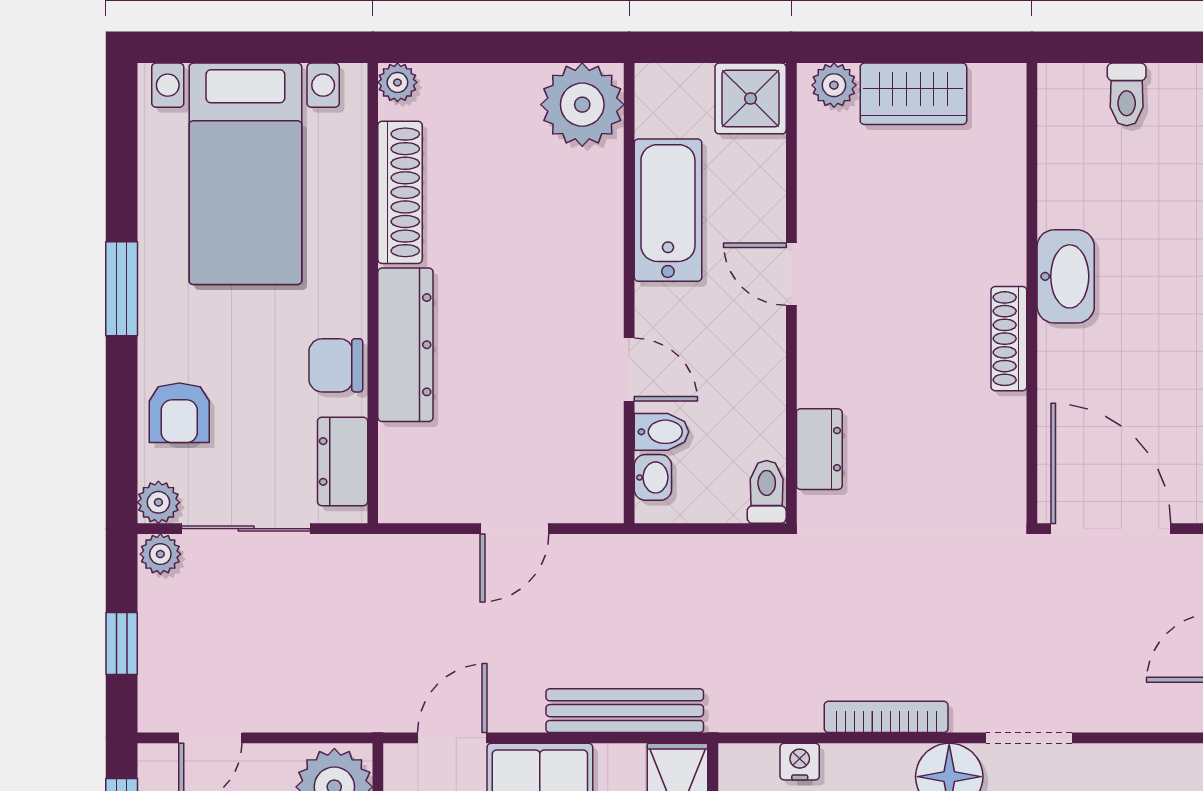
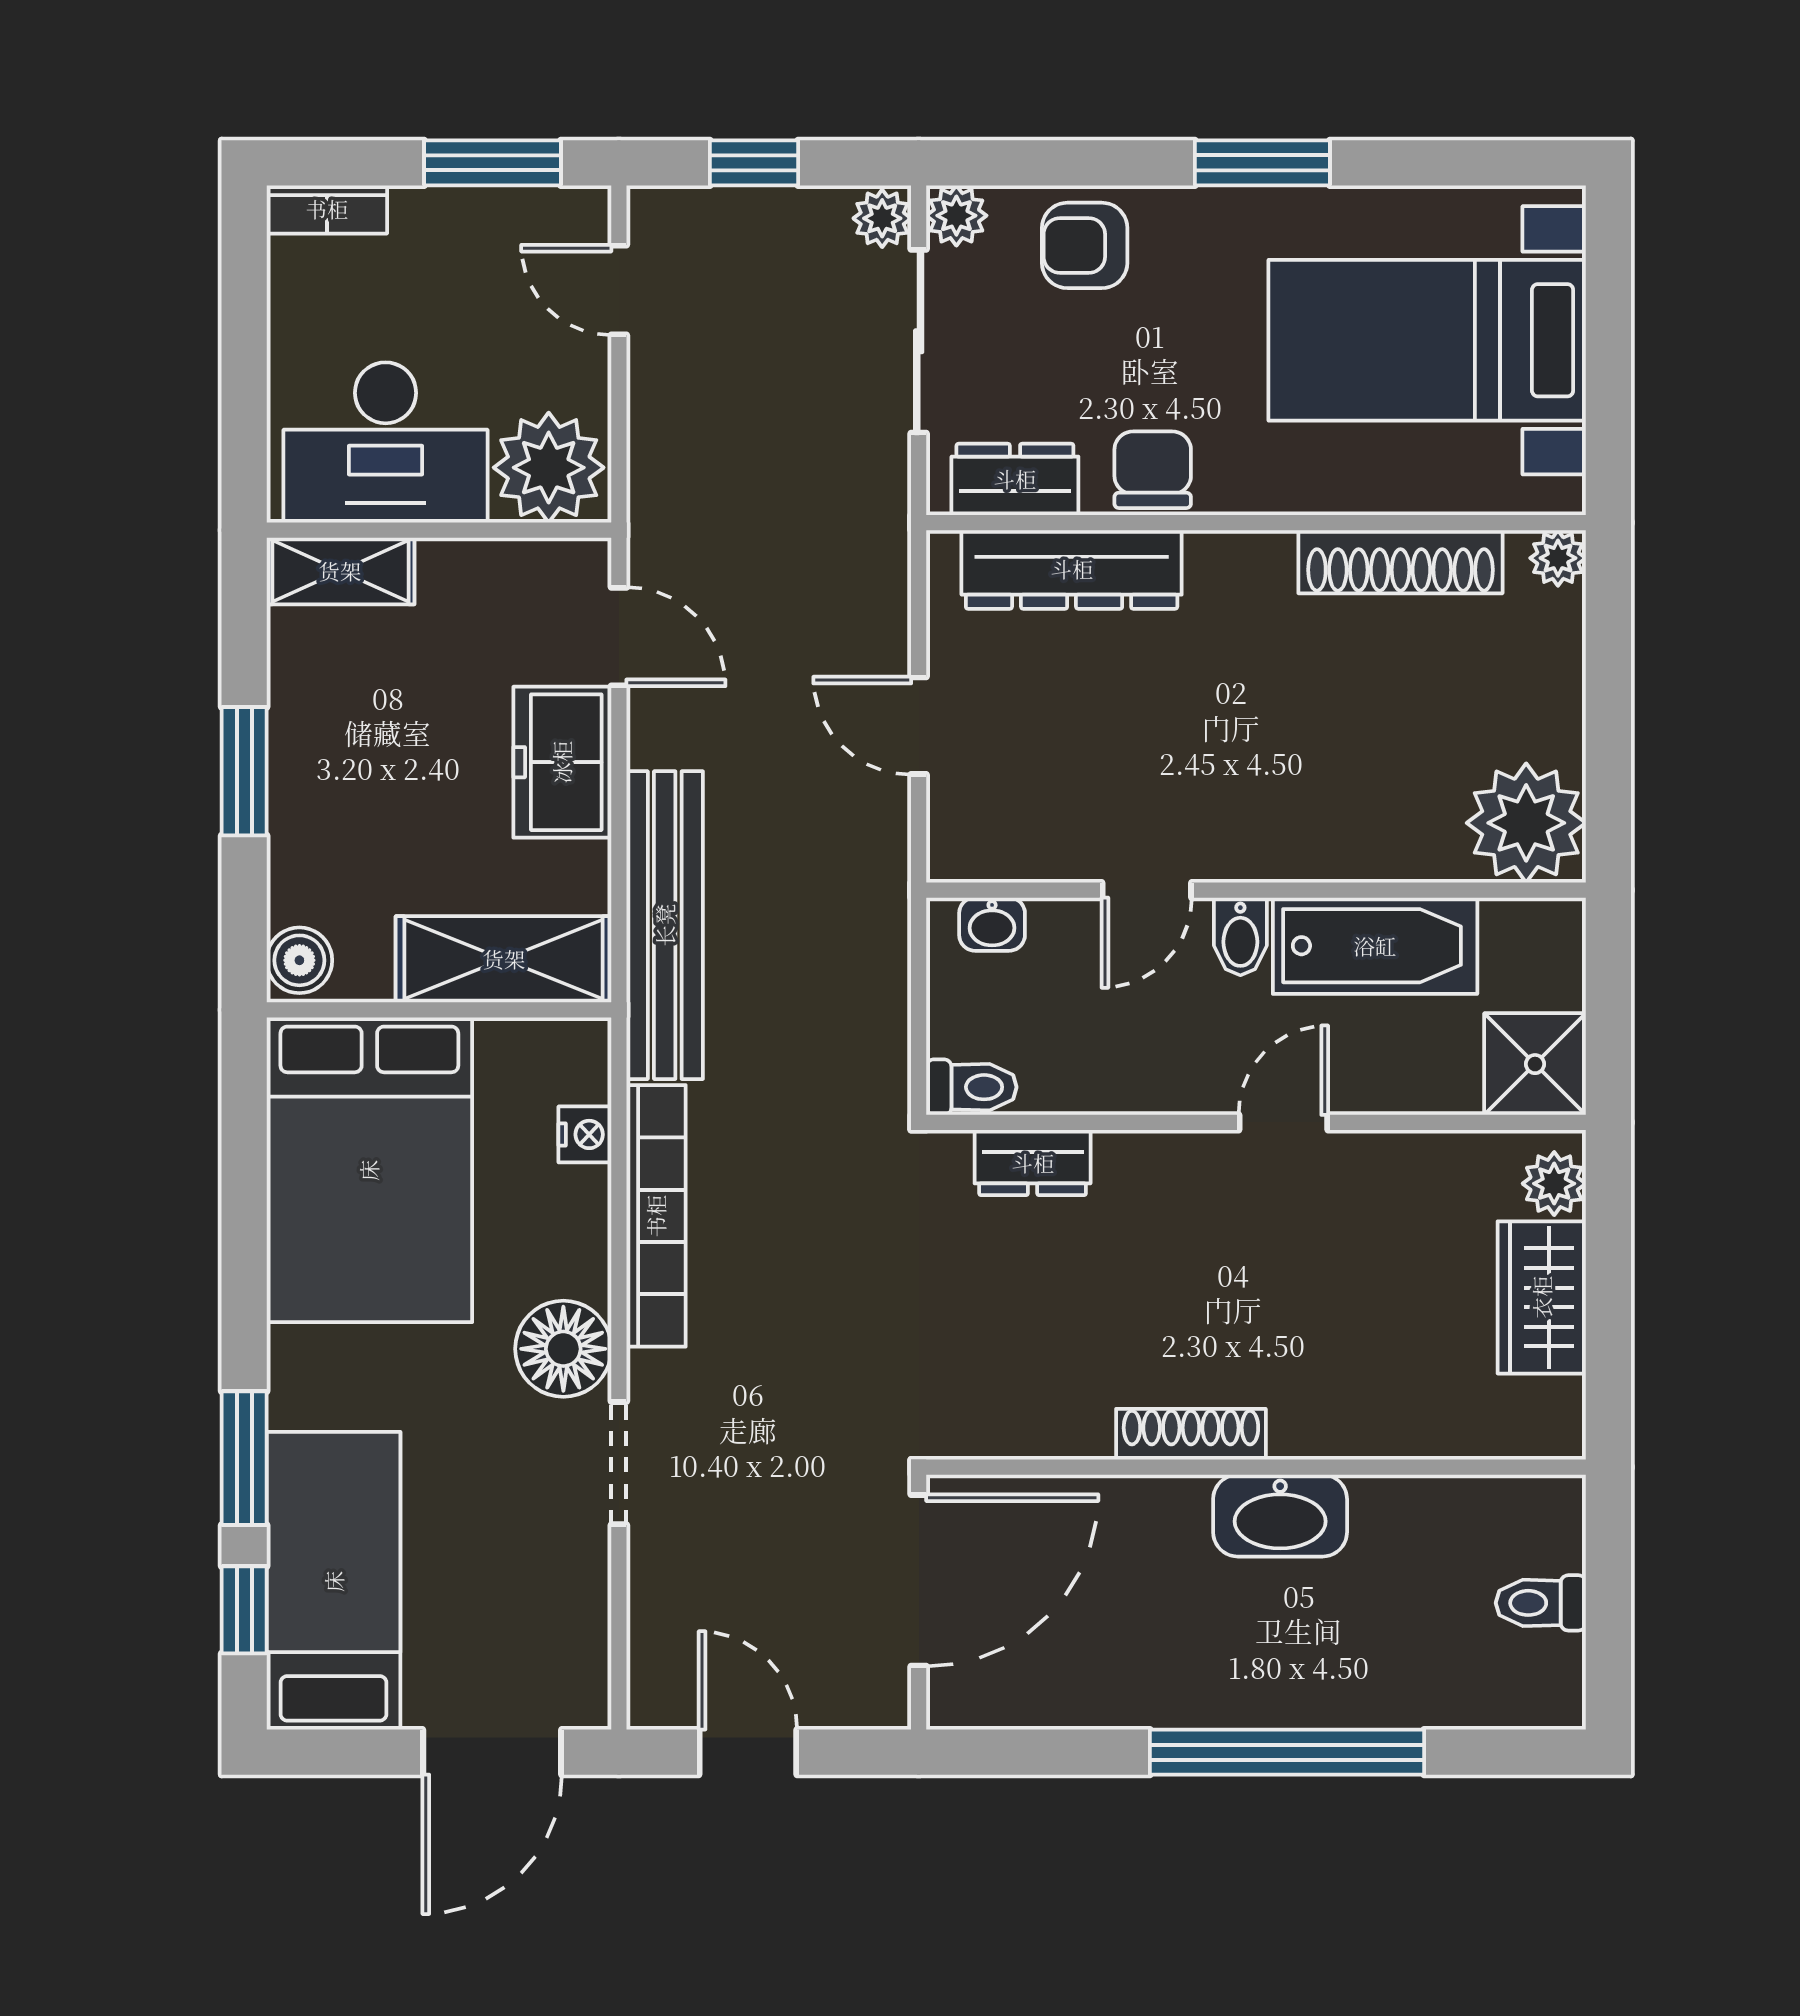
dresser: (405, 345) -> (1072, 569), moved
bidet: (661, 432) -> (1240, 936), moved
bench: (625, 711) -> (665, 925), width x1.37, depth x1.21
bookcase: (886, 717) -> (656, 1216), width x1.48, depth x1.31

